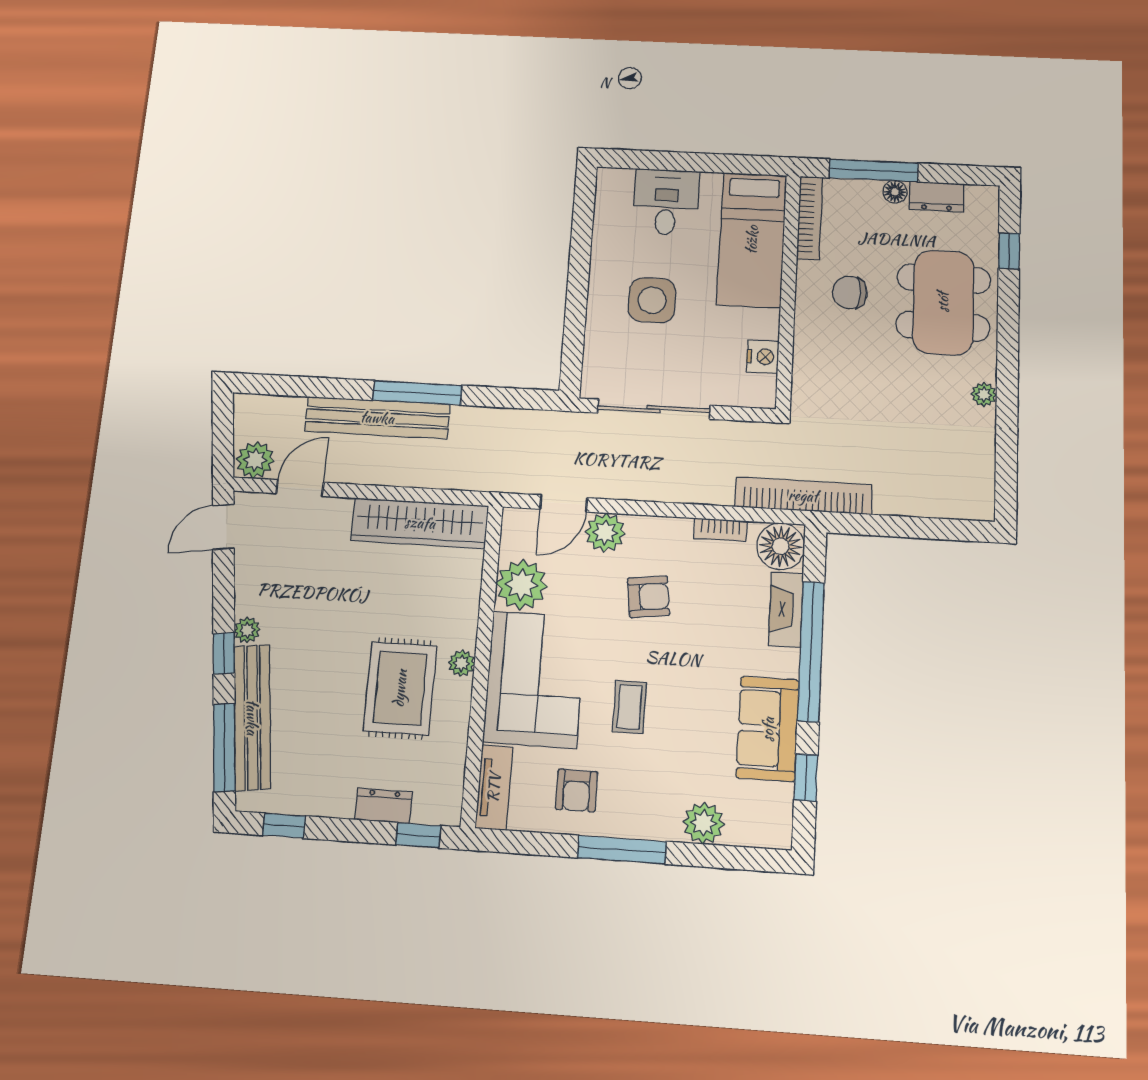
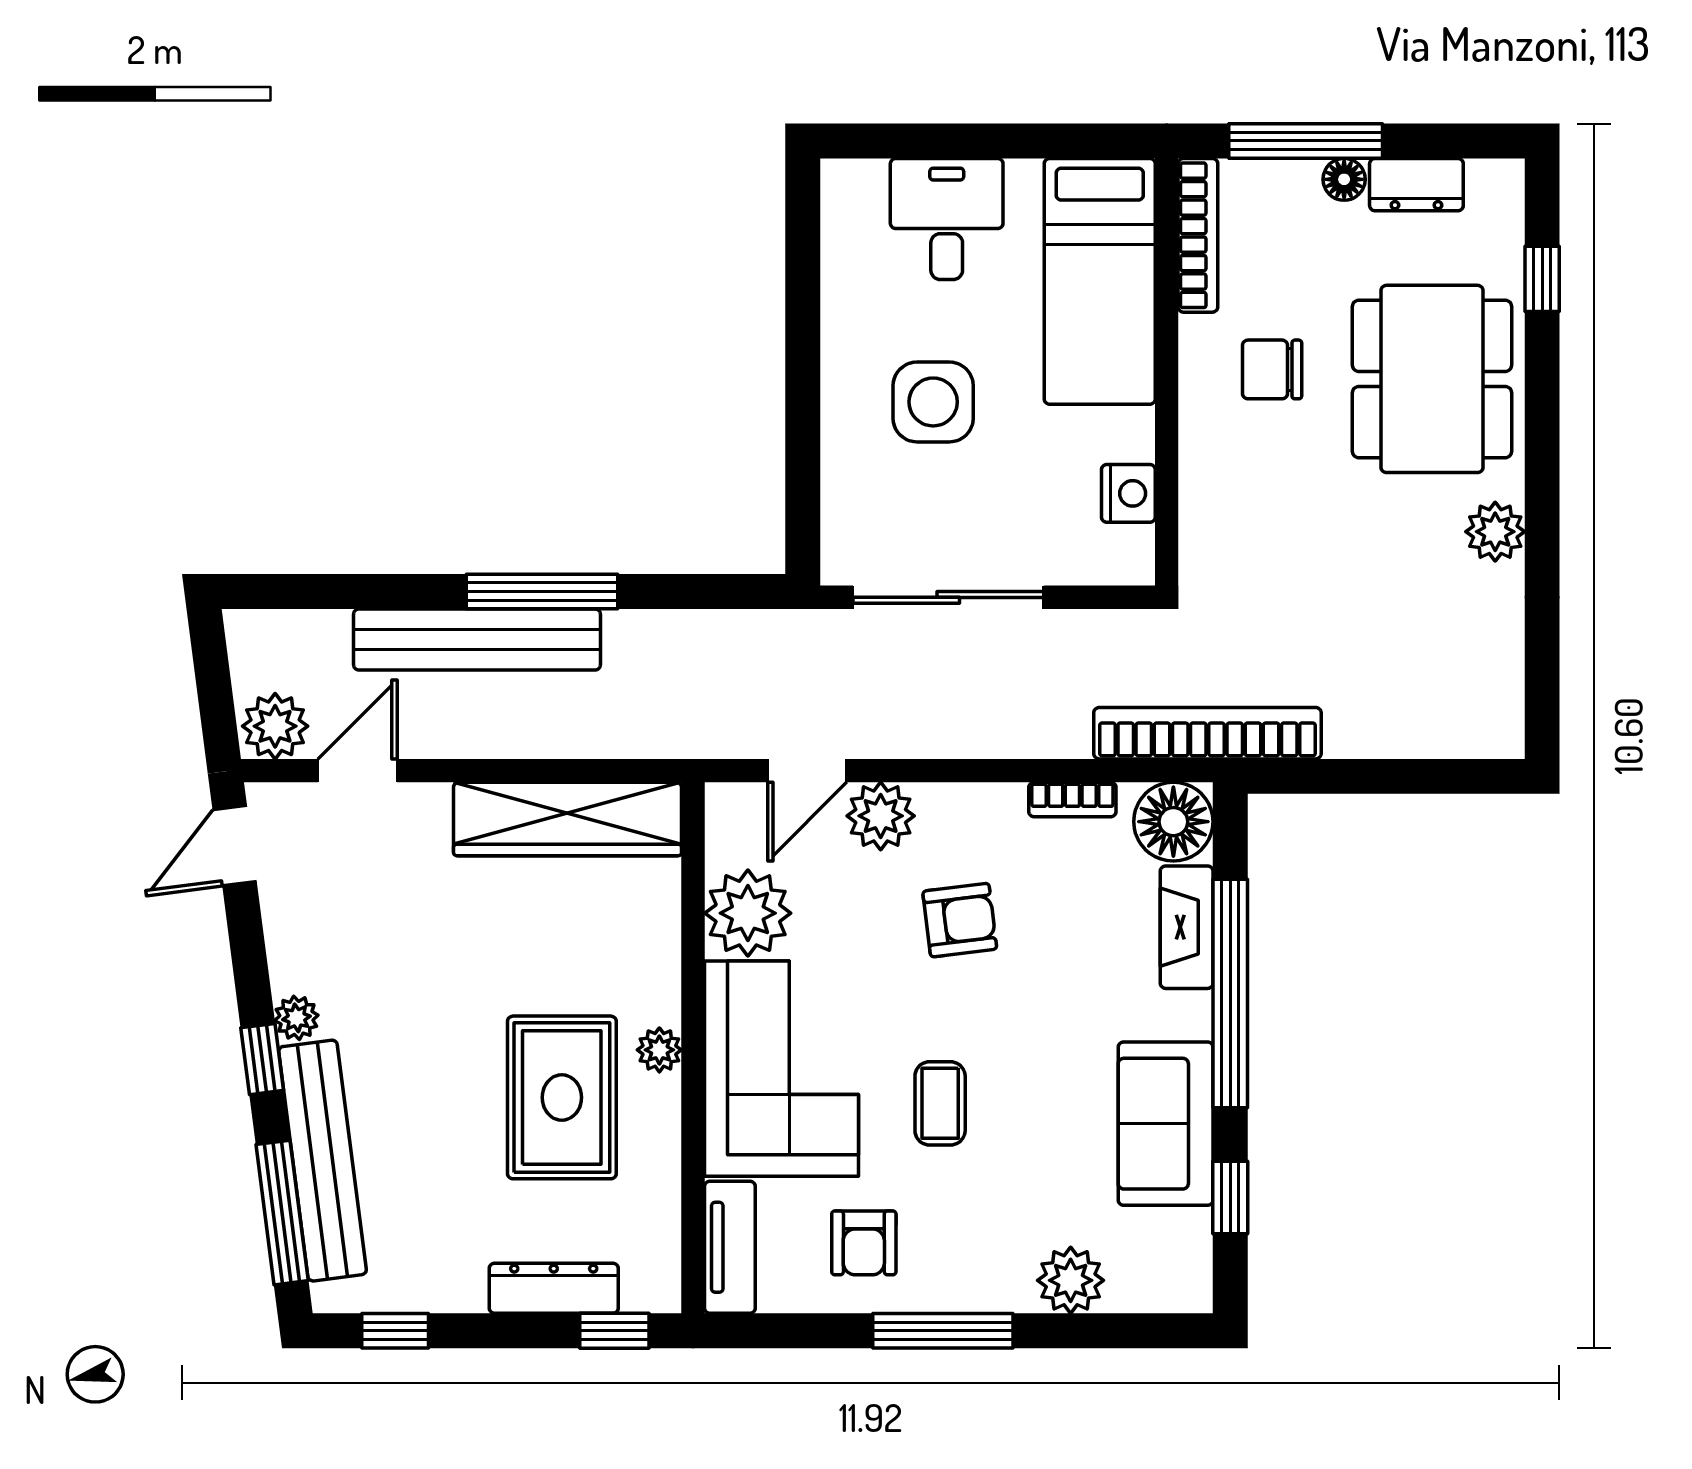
plant: (984, 395) -> (1495, 532), width x1.38, depth x1.38
dresser: (384, 806) -> (554, 1288), width x1.44

